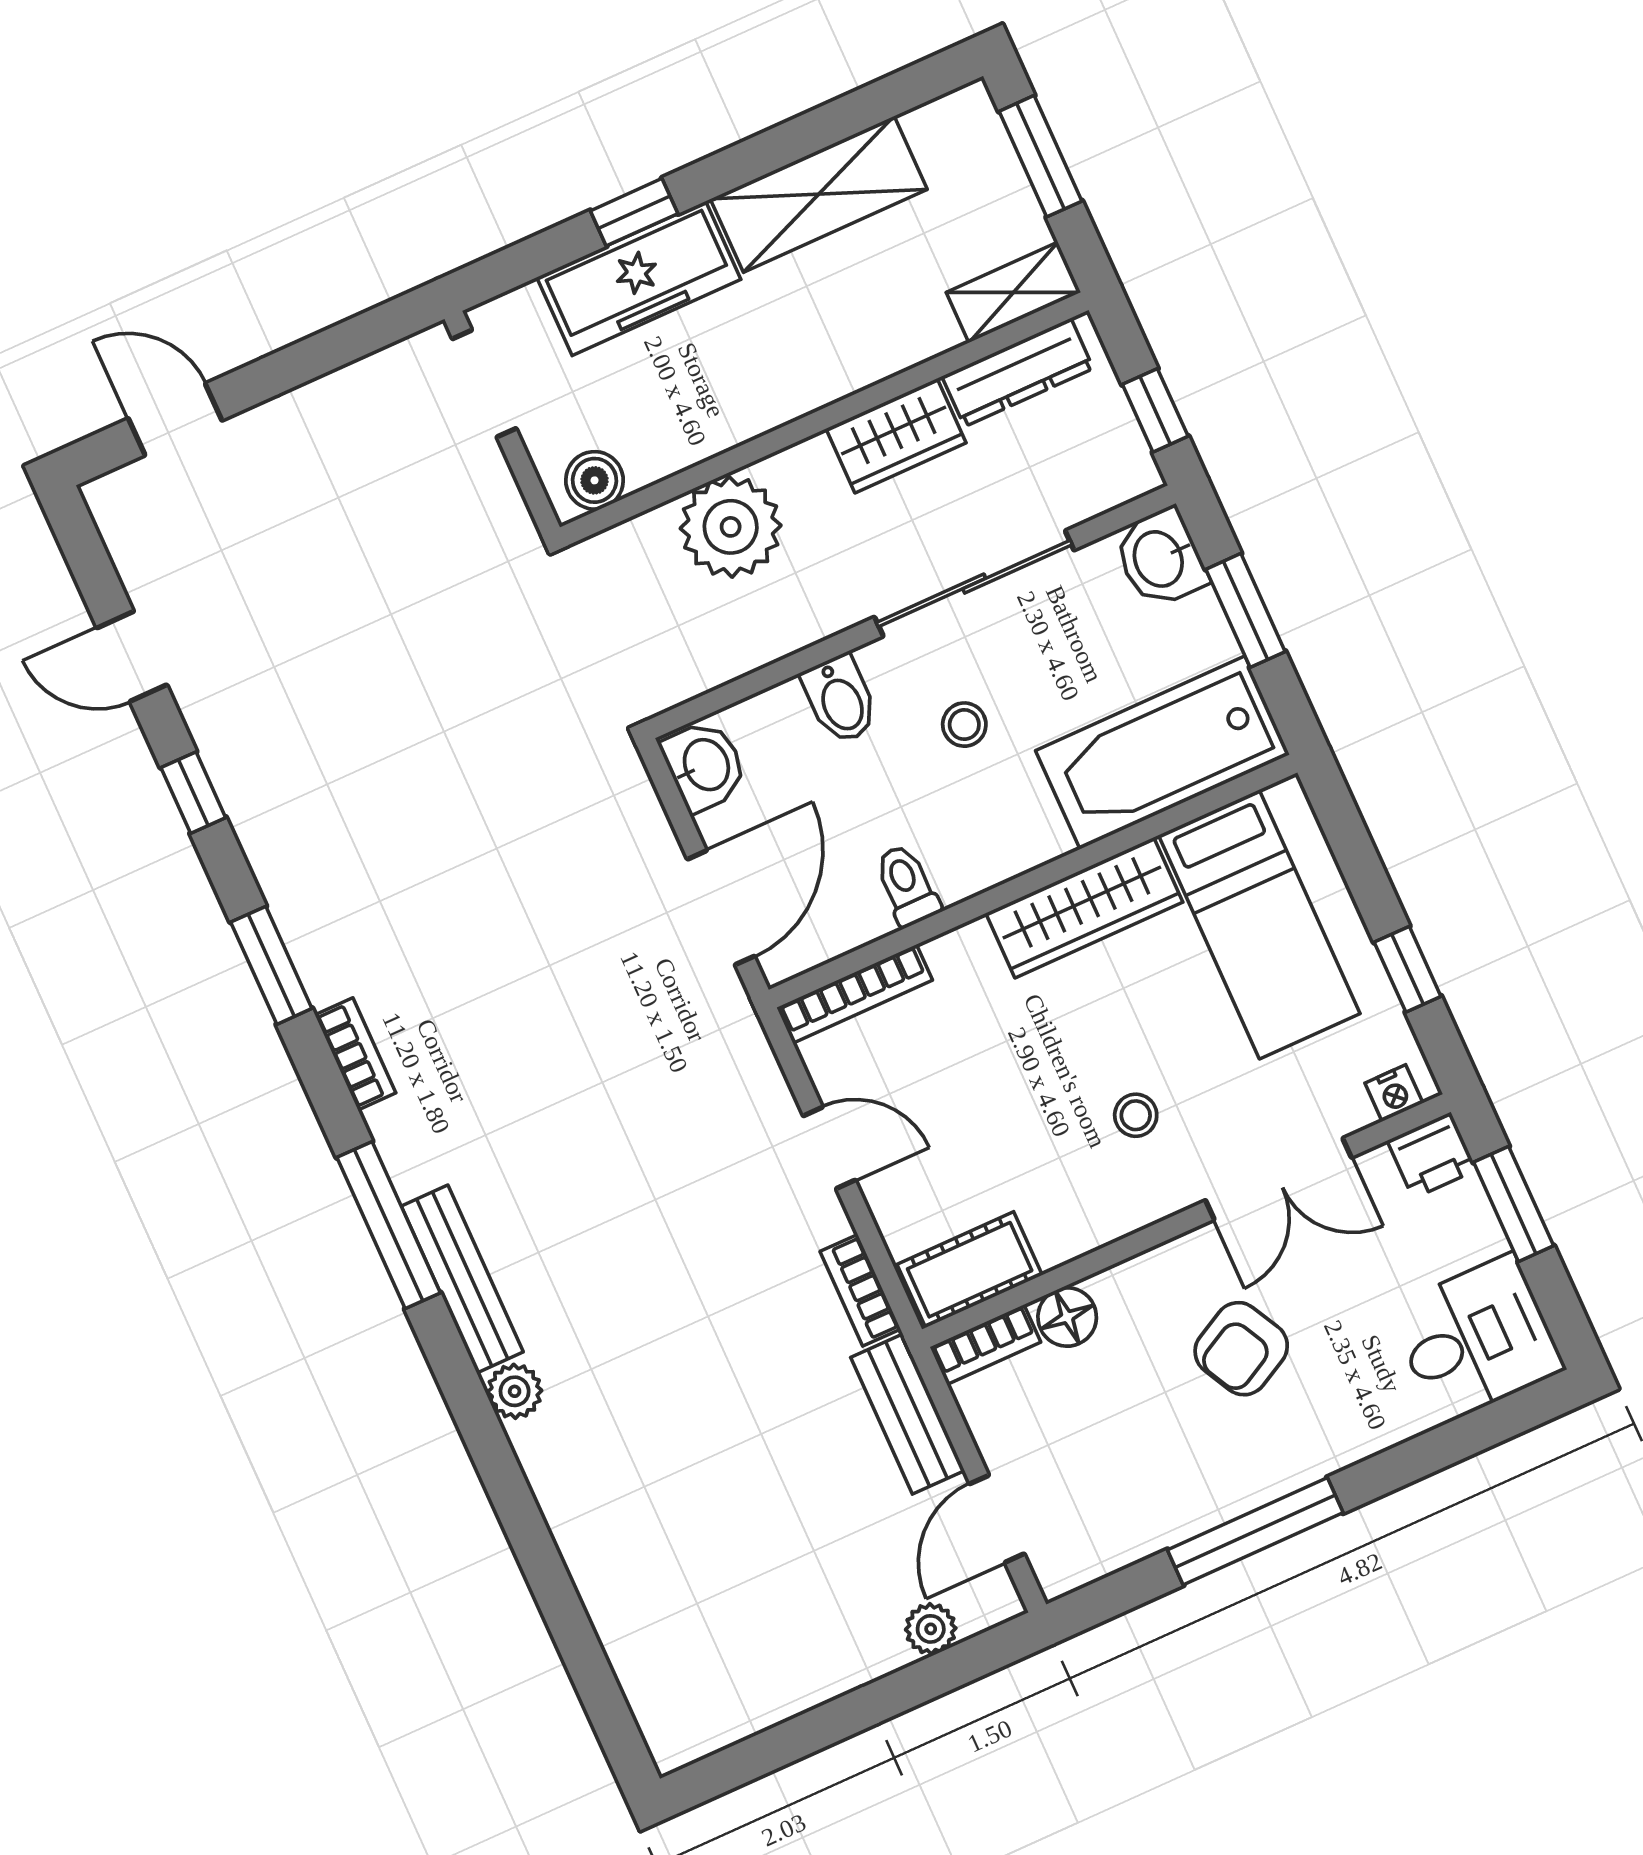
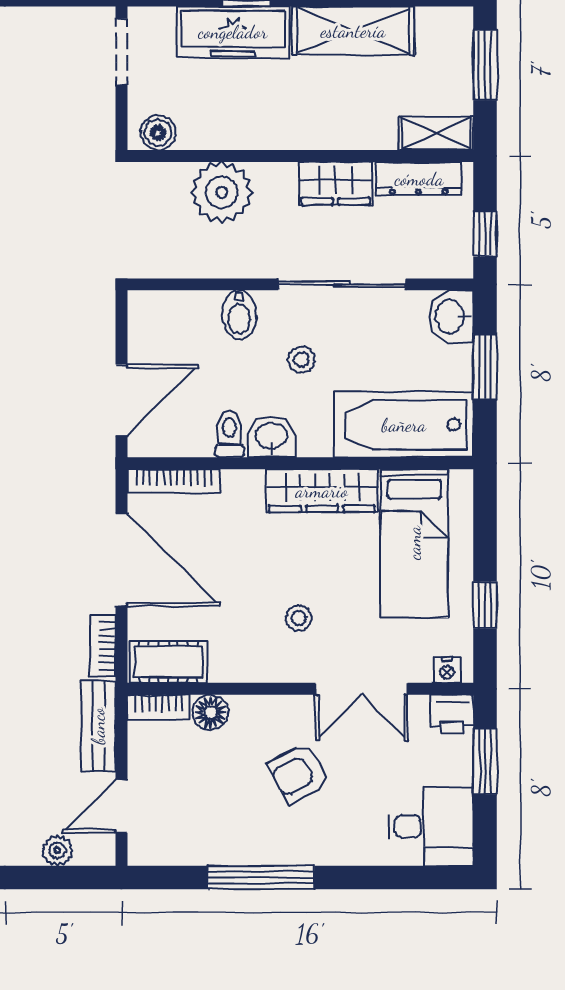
washbasin: (705, 765) -> (271, 437), moved, turned -90
door: (829, 1148) -> (121, 560), width x1.88

